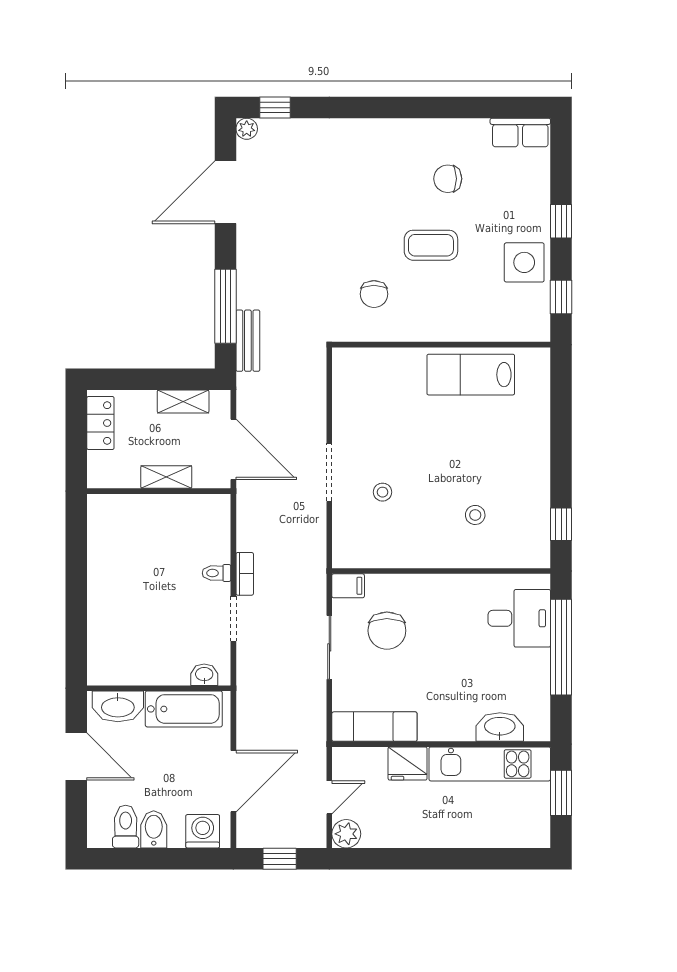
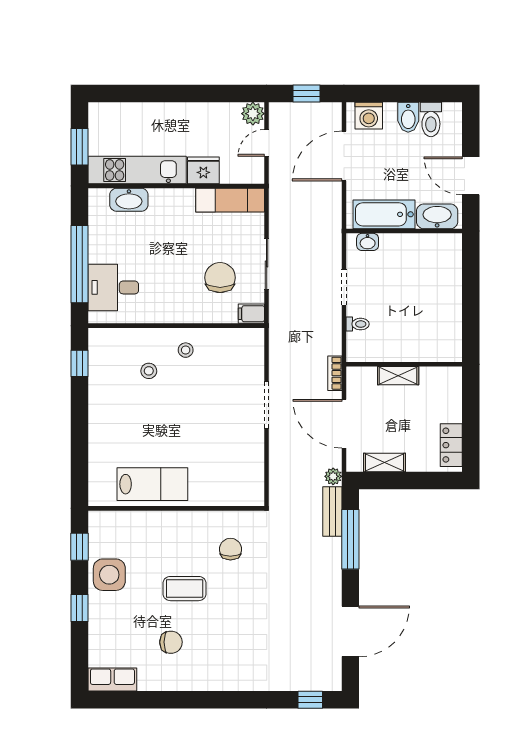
plant: (247, 129) -> (333, 476), moved
shelving: (166, 477) -> (398, 376), moved
wall: (159, 491) -> (404, 364), moved
stool: (383, 492) -> (186, 350), moved
bookcase: (245, 574) -> (335, 373), moved

